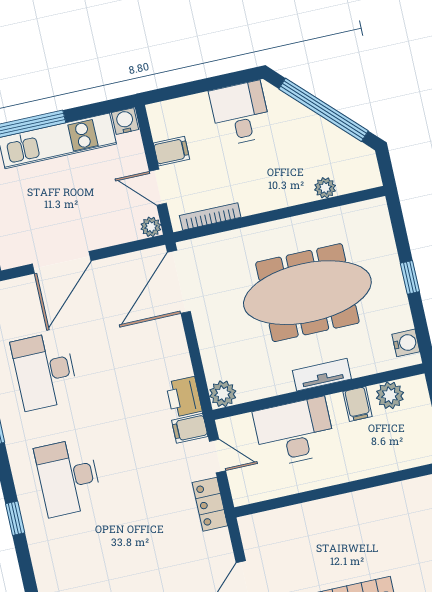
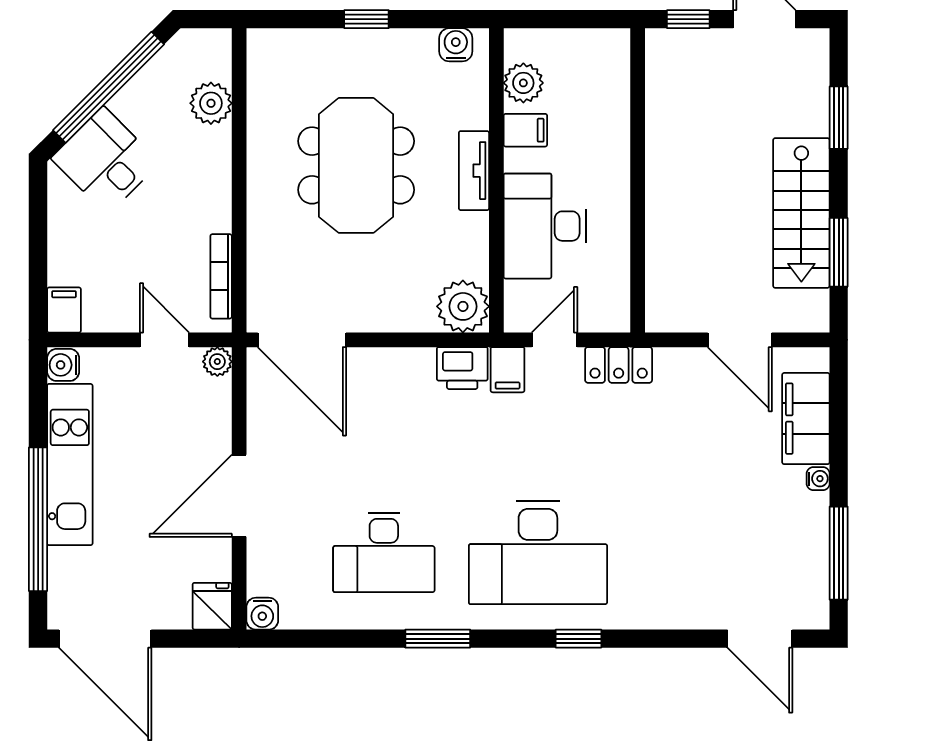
desk: (240, 113) -> (105, 161), moved, turned 45
filing cabinet: (171, 151) -> (64, 310), moved
door: (158, 187) -> (165, 340), swing flipped
plant: (325, 188) -> (211, 103), width x1.38, depth x1.38
door: (62, 262) -> (239, 496), swing flipped
meeting table: (307, 293) -> (356, 165), width x0.73
plant: (223, 394) -> (463, 306), width x1.36, depth x1.36
desk: (68, 477) -> (538, 552), width x1.36, depth x1.30

